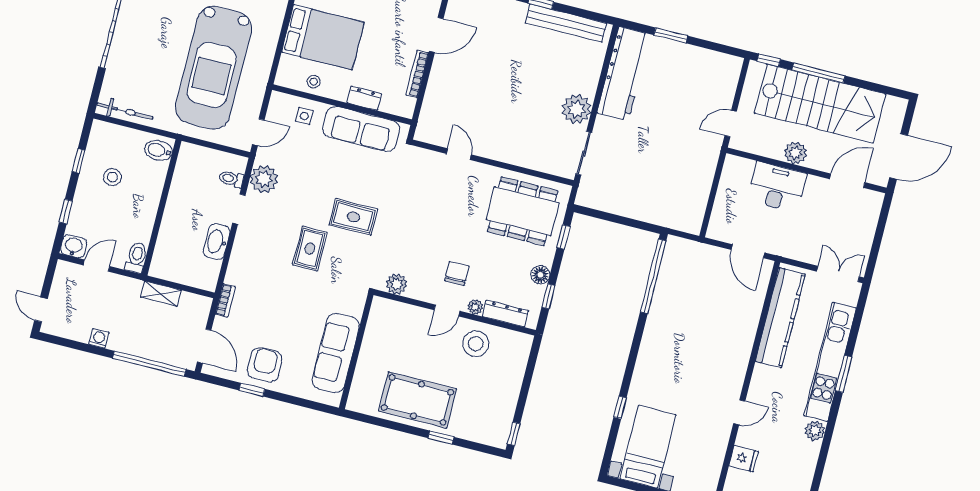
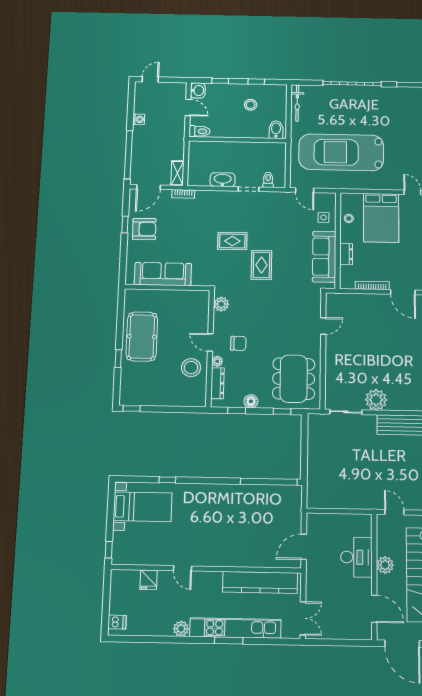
plant: (264, 179) -> (273, 201), removed
shelving: (161, 294) -> (177, 173), moved

